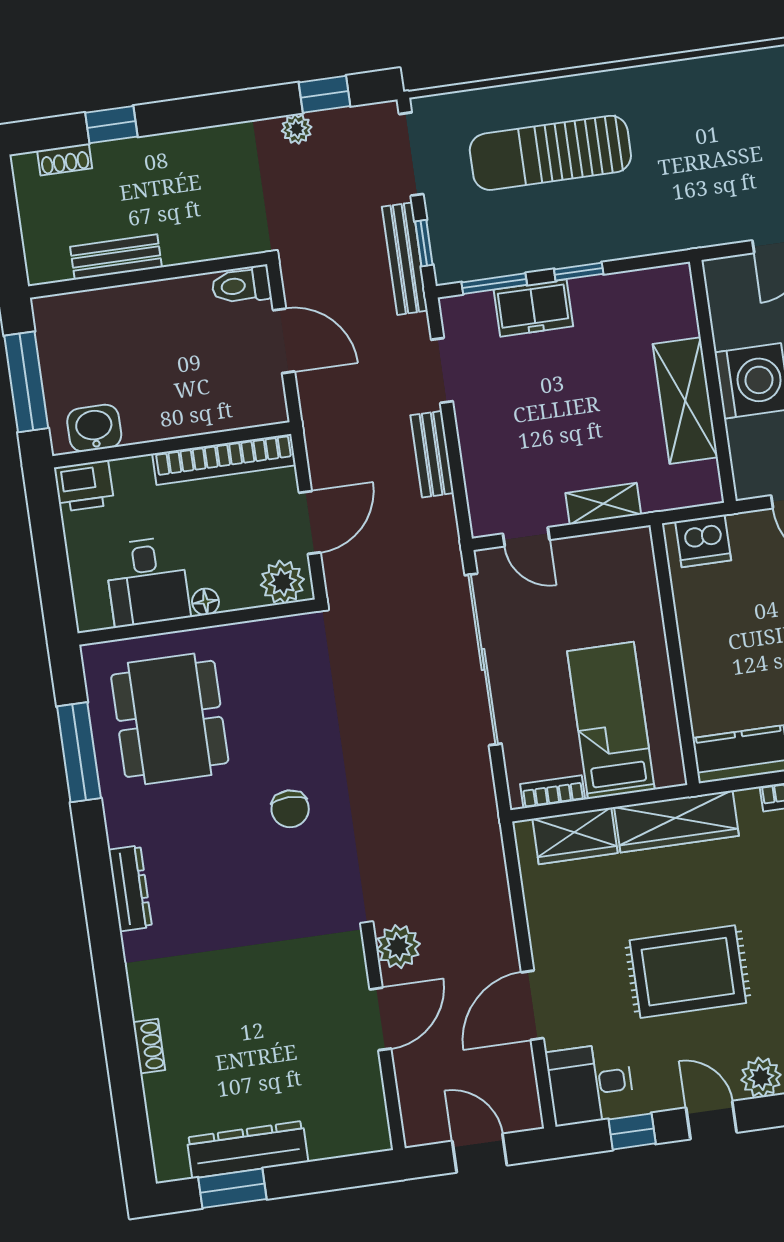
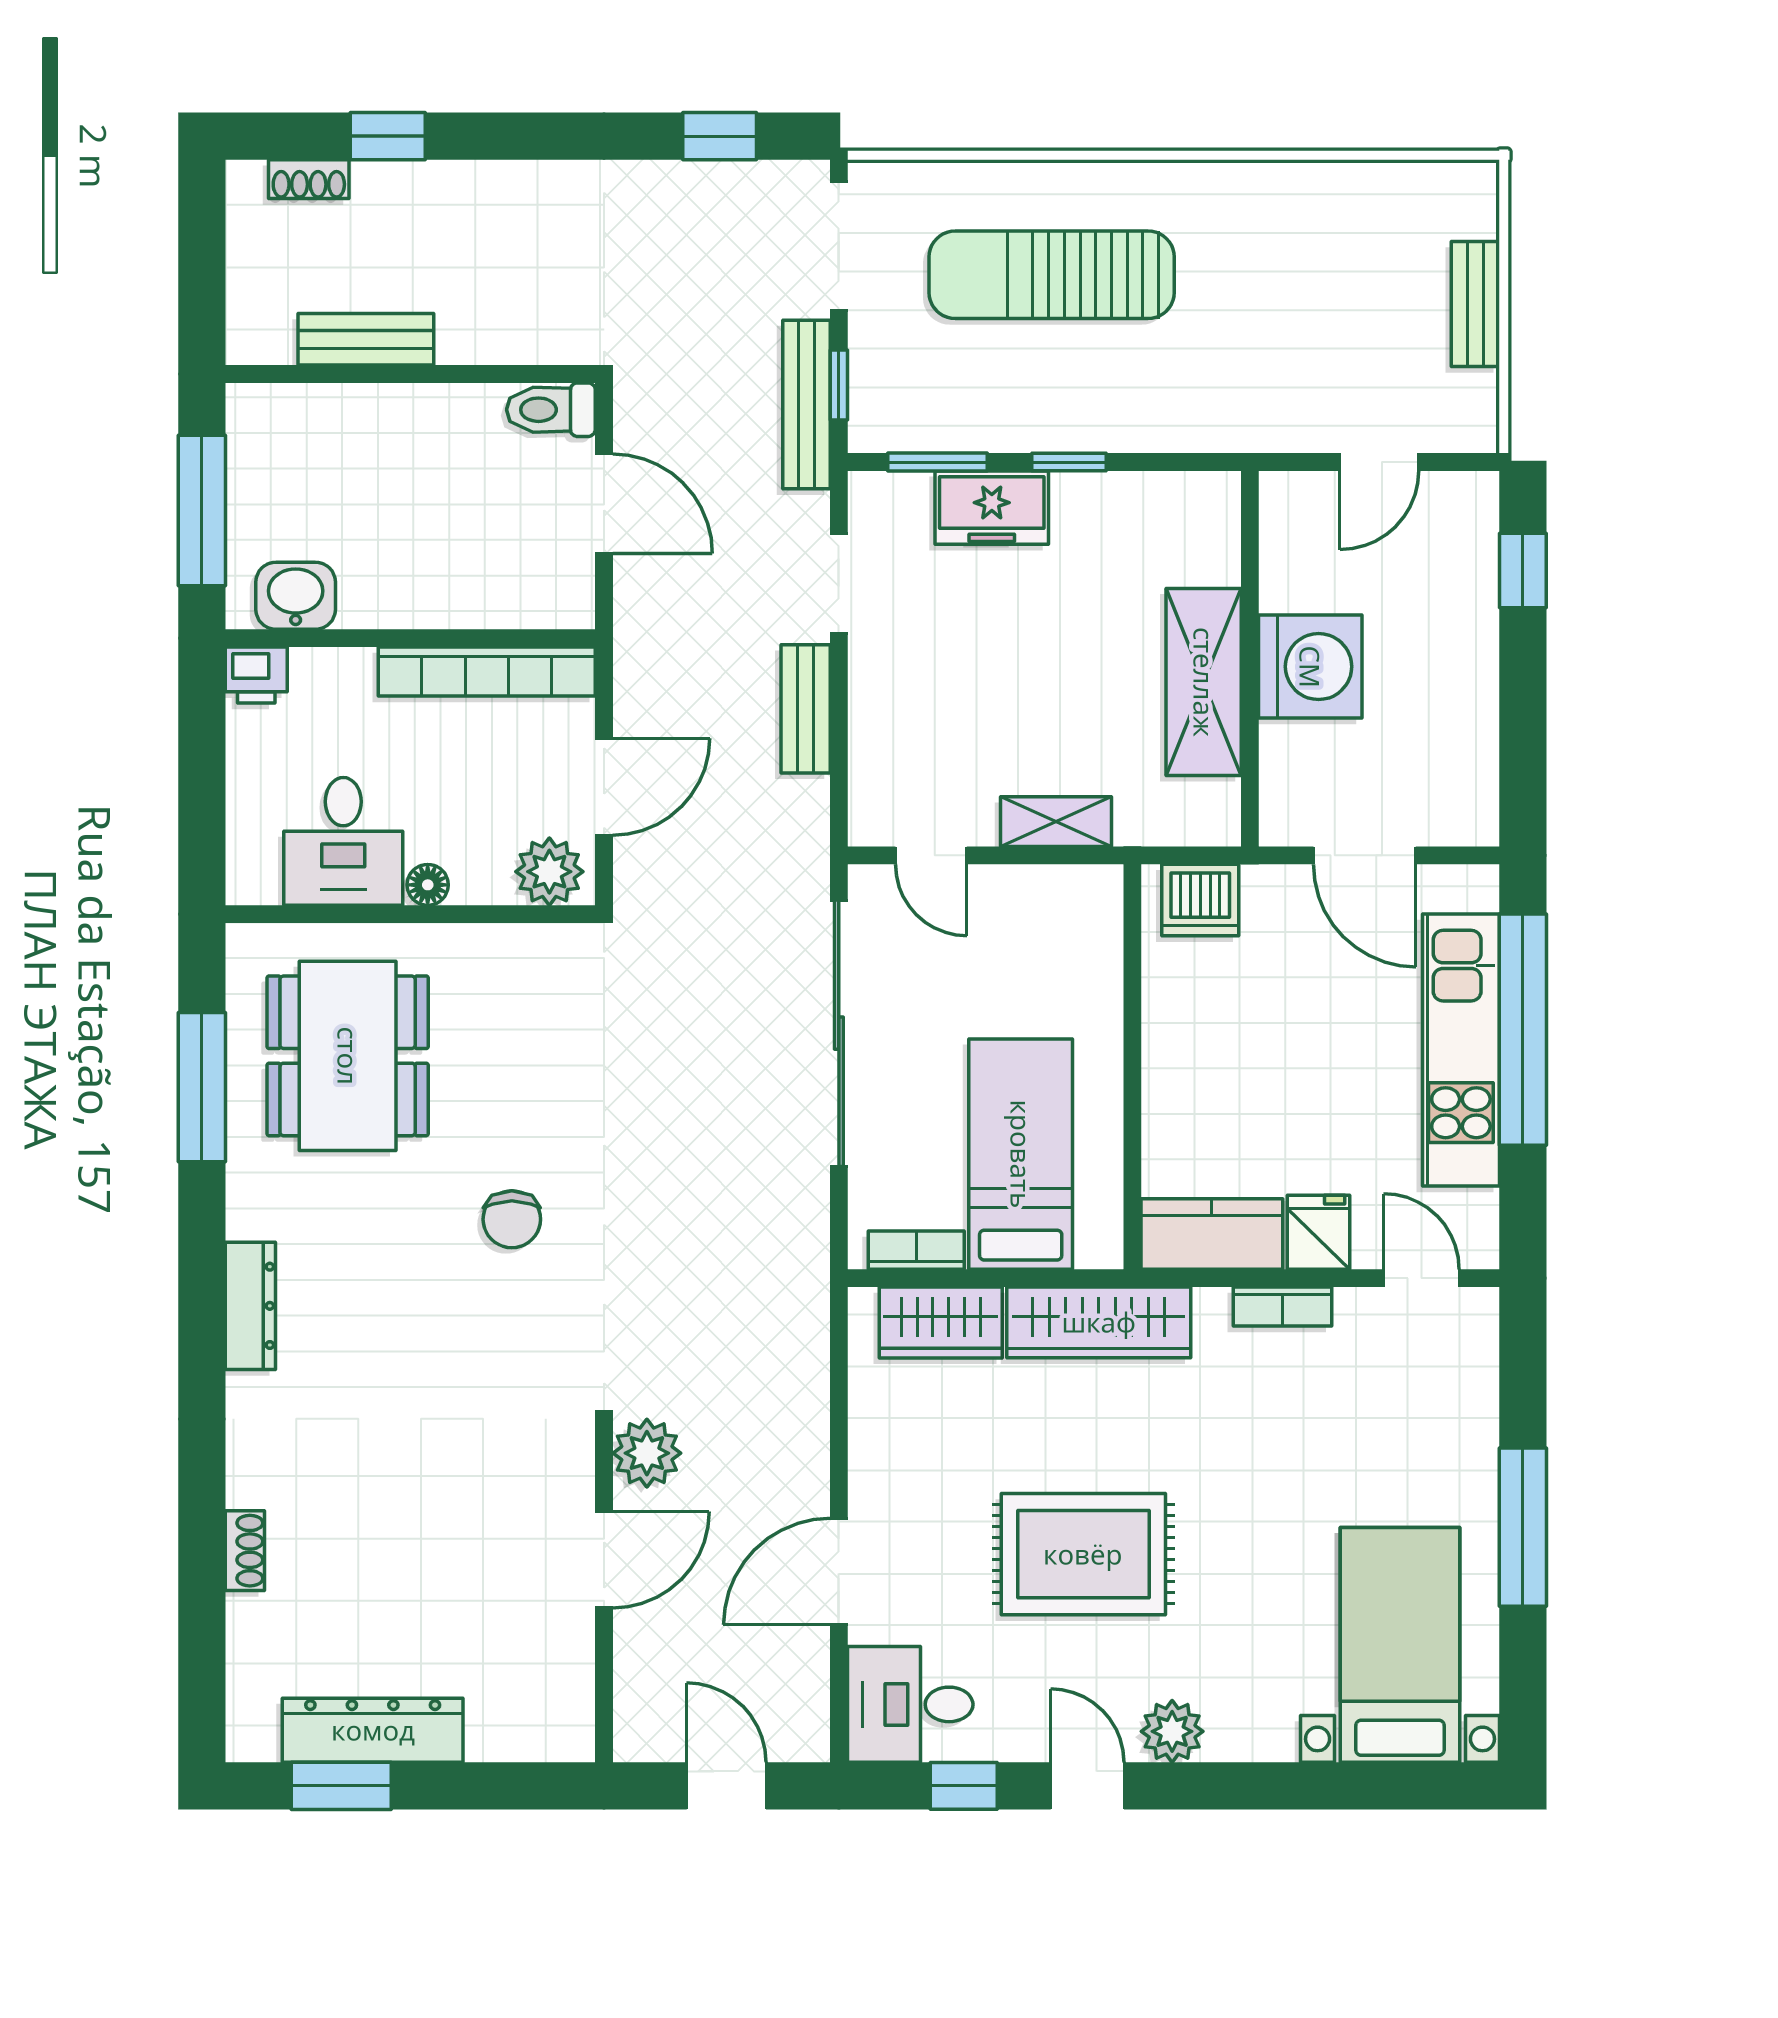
plant: (297, 129) -> (670, 183), removed
printer: (84, 486) -> (256, 675), width x0.73, depth x0.81

